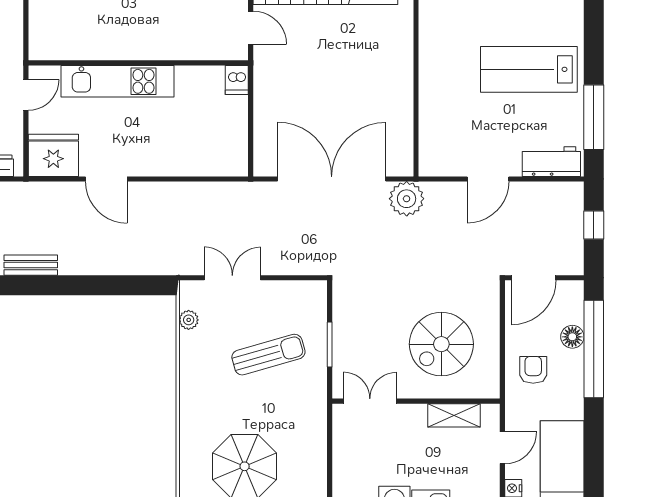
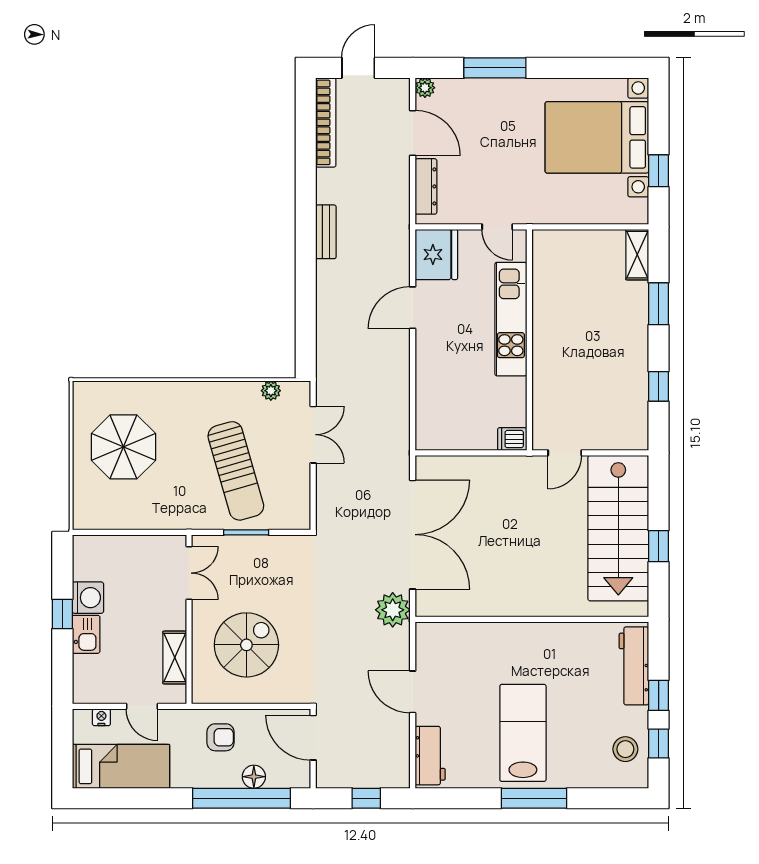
window: (594, 117) -> (534, 798), moved
spiral stairs: (441, 344) -> (246, 645), turned 90
sun lounger: (268, 355) -> (236, 471), width x1.36, depth x1.34

